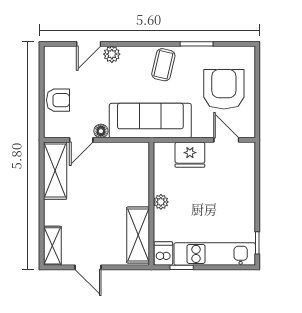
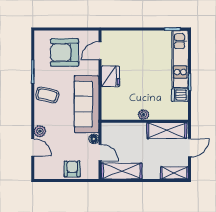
plant: (161, 202) -> (144, 115), moved
wall: (151, 204) -> (145, 121), moved
shelving: (138, 235) -> (167, 131), moved

